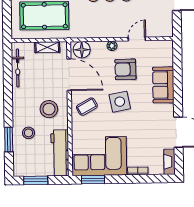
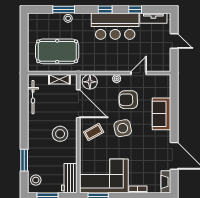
stool: (29, 133) -> (36, 180), moved
workbench: (60, 153) -> (69, 178), width x0.73

